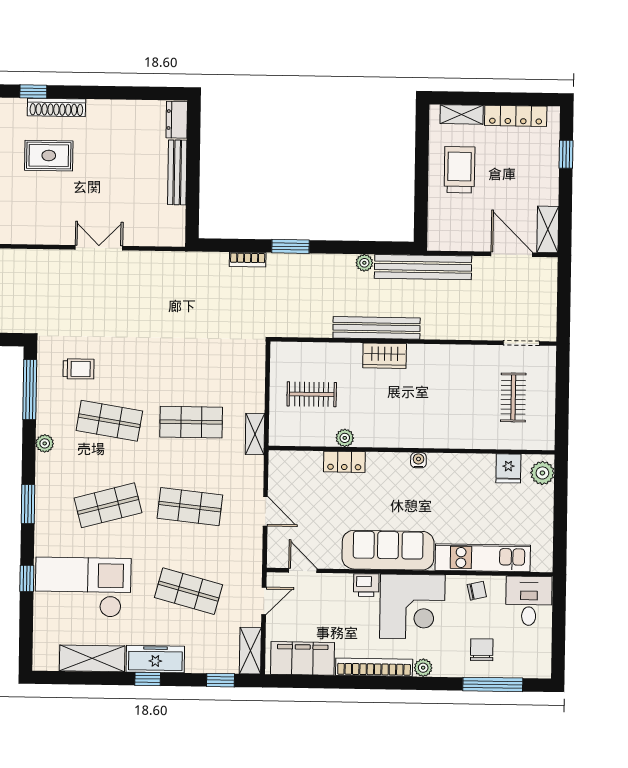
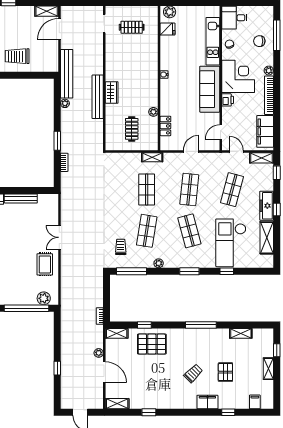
rug: (49, 156) -> (45, 264), moved
locker: (344, 462) -> (165, 126), moved

